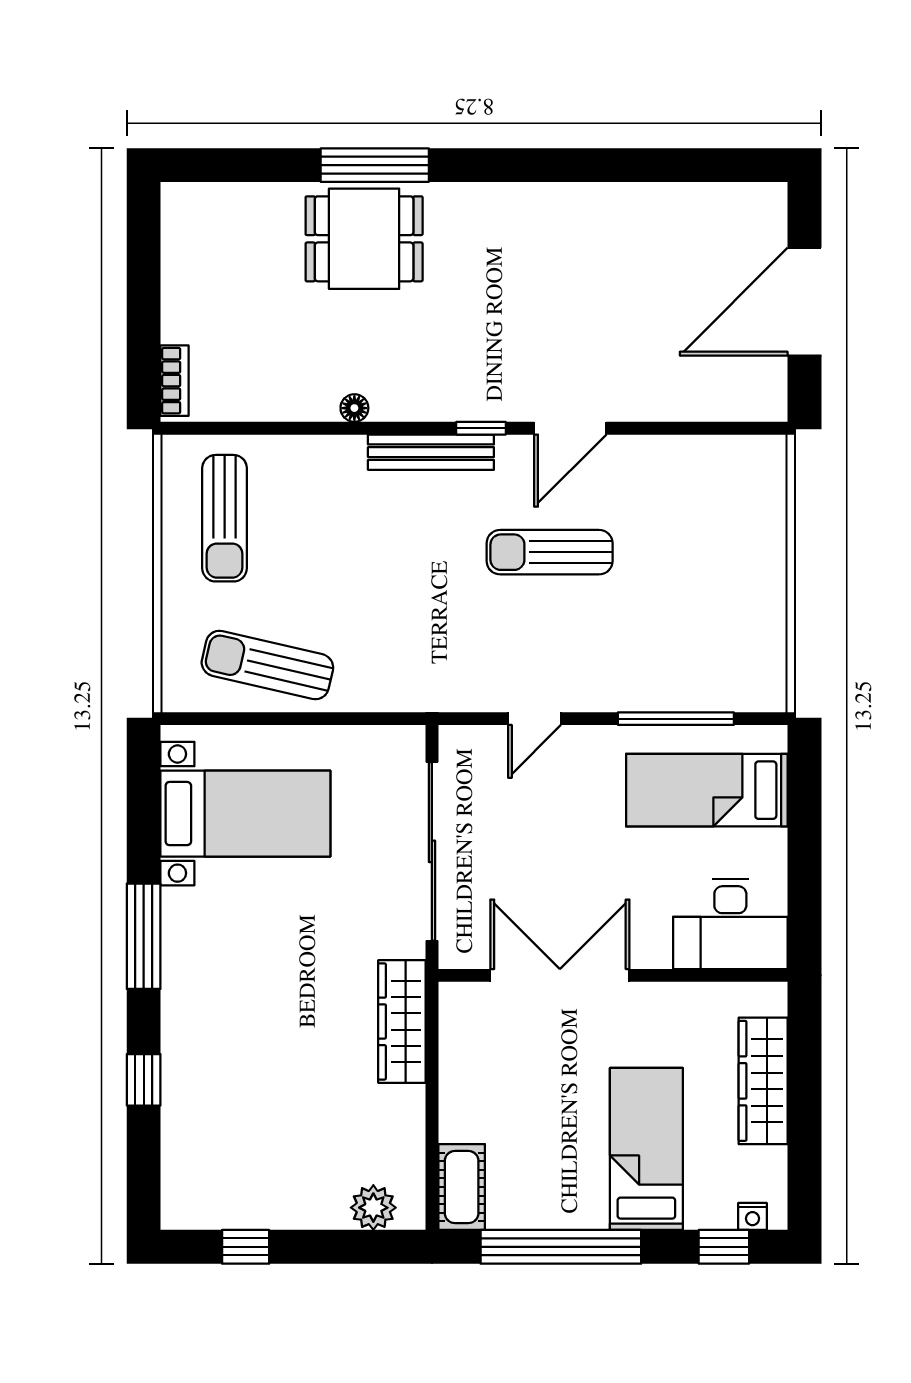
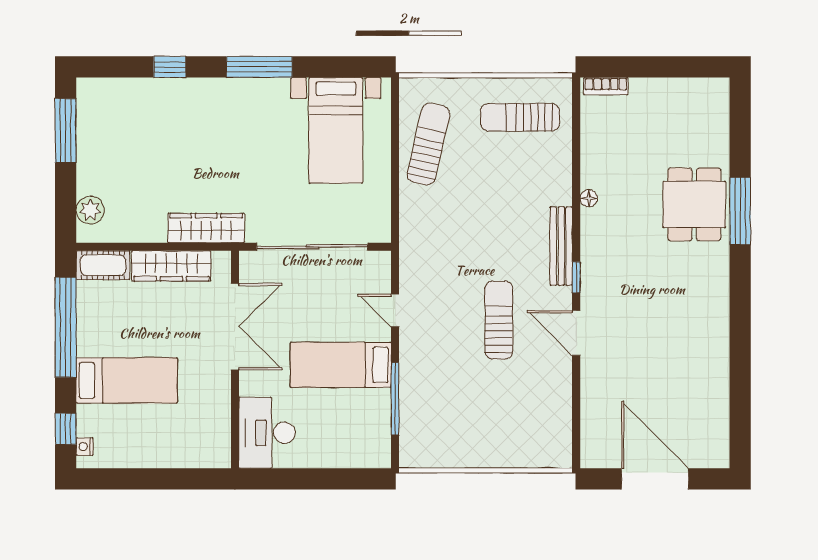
bed: (707, 790) -> (341, 365), moved, turned -90
wardrobe: (763, 1081) -> (171, 266), moved, turned 180
window: (246, 1247) -> (66, 131), width x2.17

